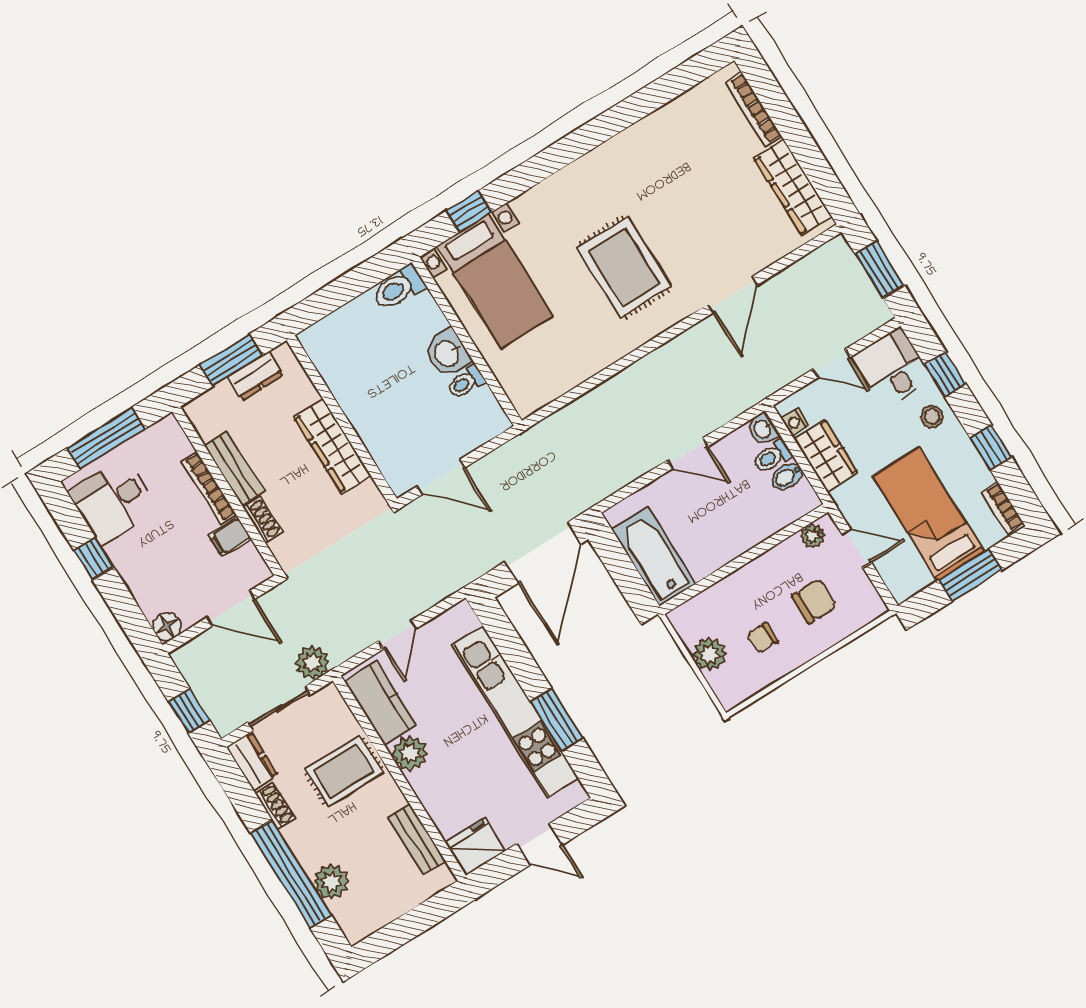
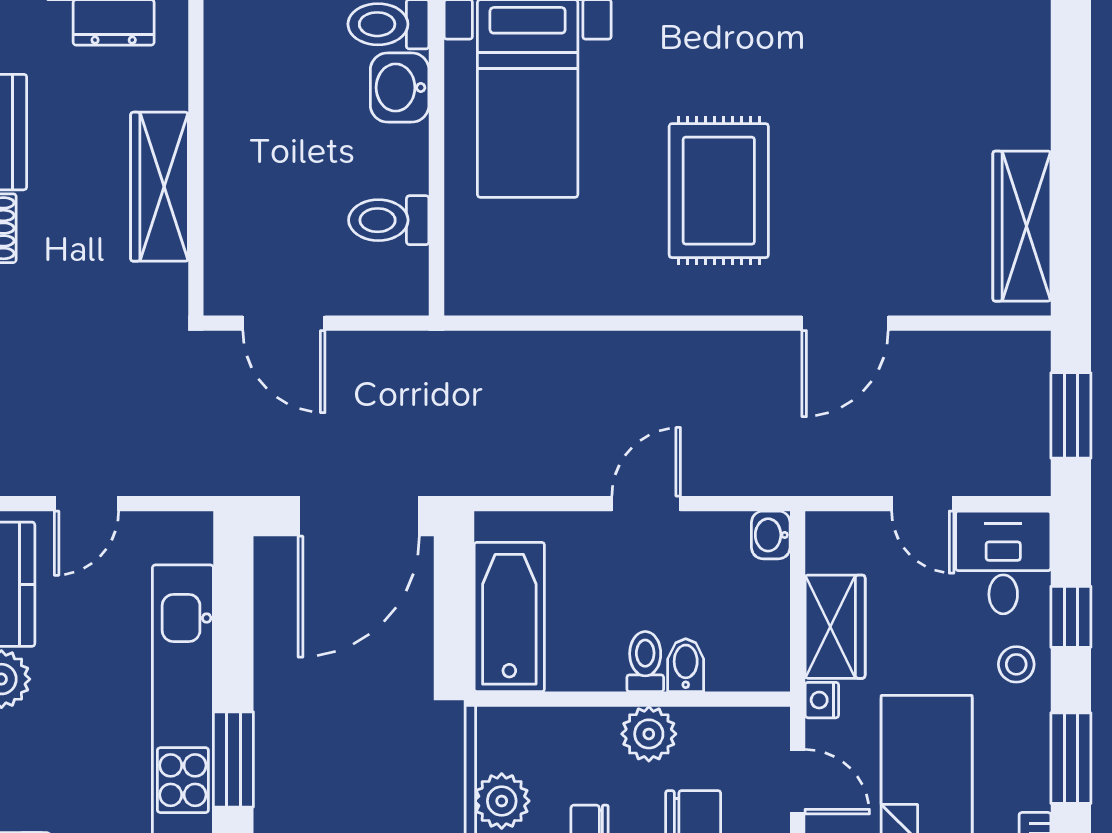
bookcase: (754, 110) -> (1035, 85), removed
washbasin: (447, 353) -> (400, 88), moved
toilet: (466, 382) -> (389, 220), width x1.37, depth x1.39
nightstand: (795, 422) -> (822, 700), moved
window: (991, 447) -> (1071, 758), width x1.50
door: (688, 453) -> (646, 504), swing flipped
toilet: (772, 456) -> (645, 662), moved, turned 90
bidet: (787, 476) -> (686, 665), moved, turned 90
plant: (813, 536) -> (649, 734), moved, width x1.38, depth x1.38

